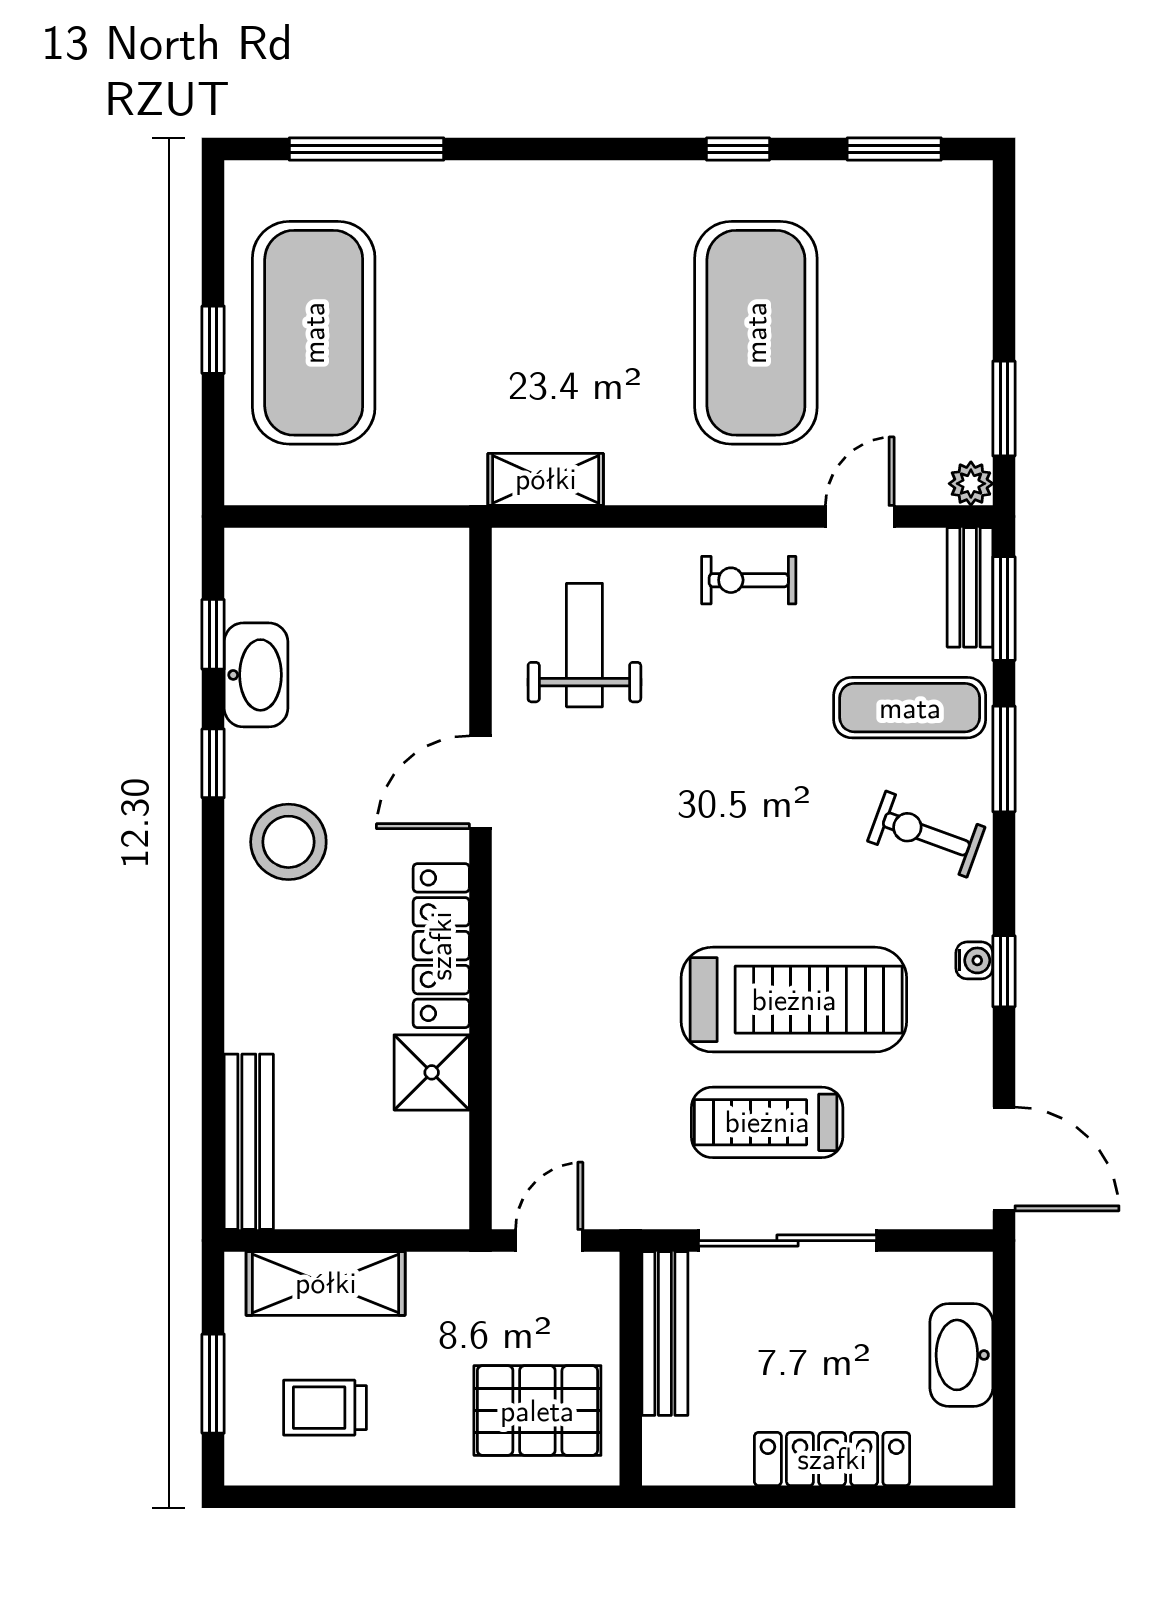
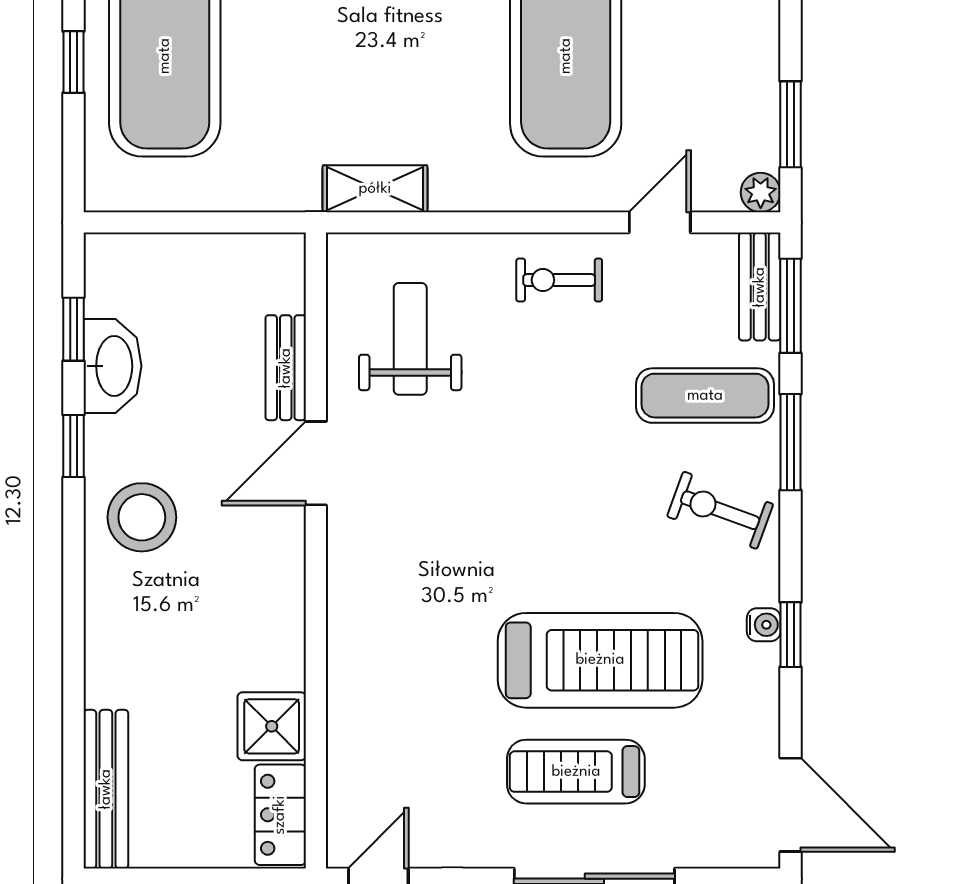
bench: (447, 677) -> (286, 368), added
locker: (441, 946) -> (280, 815), moved, width x0.66

